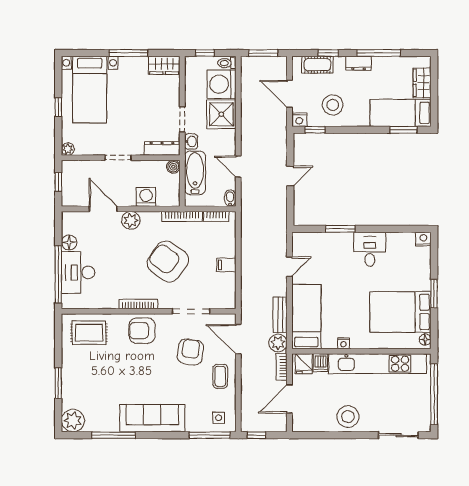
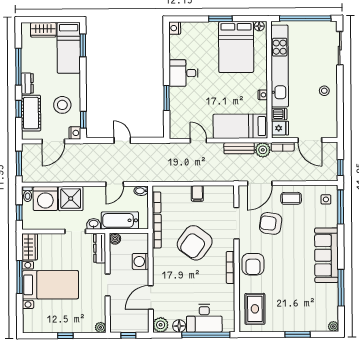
cot: (317, 65) -> (31, 113), width x1.37, depth x1.34
bed with nightstands: (90, 90) -> (50, 285), moved
plant: (131, 220) -> (161, 325), moved
stool: (348, 417) -> (324, 91), width x0.53, depth x0.53
plant: (73, 421) -> (333, 326), width x0.53, depth x0.53

